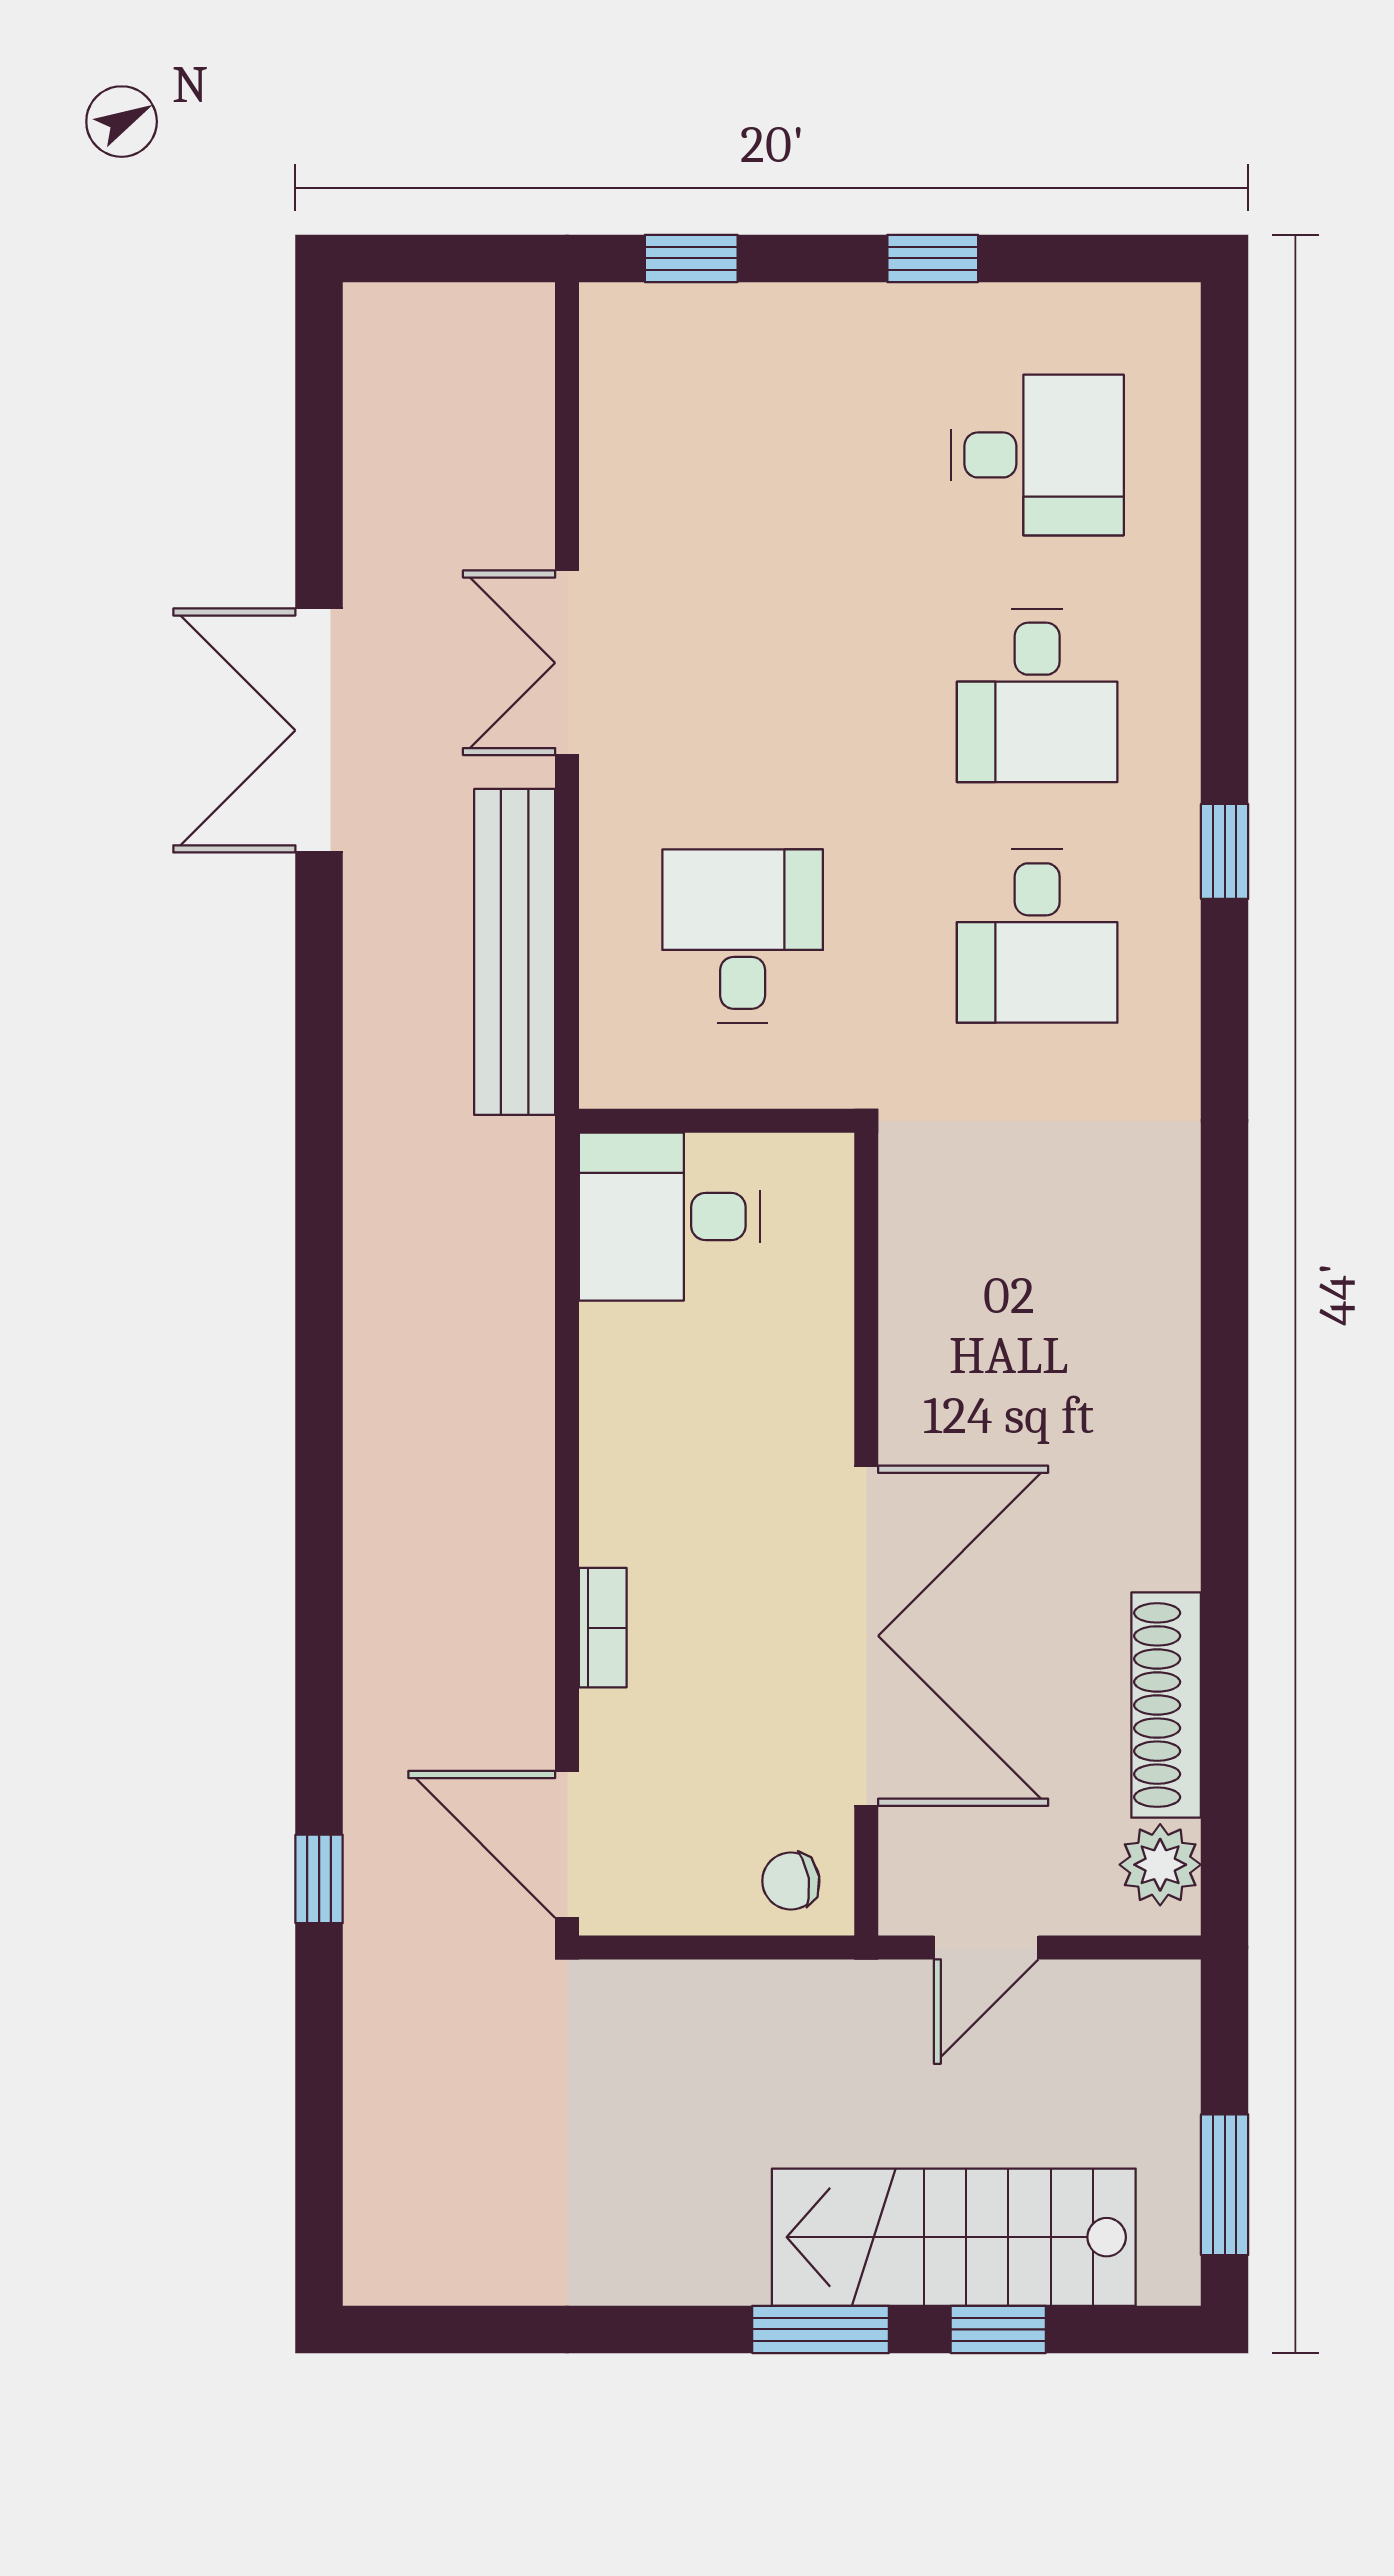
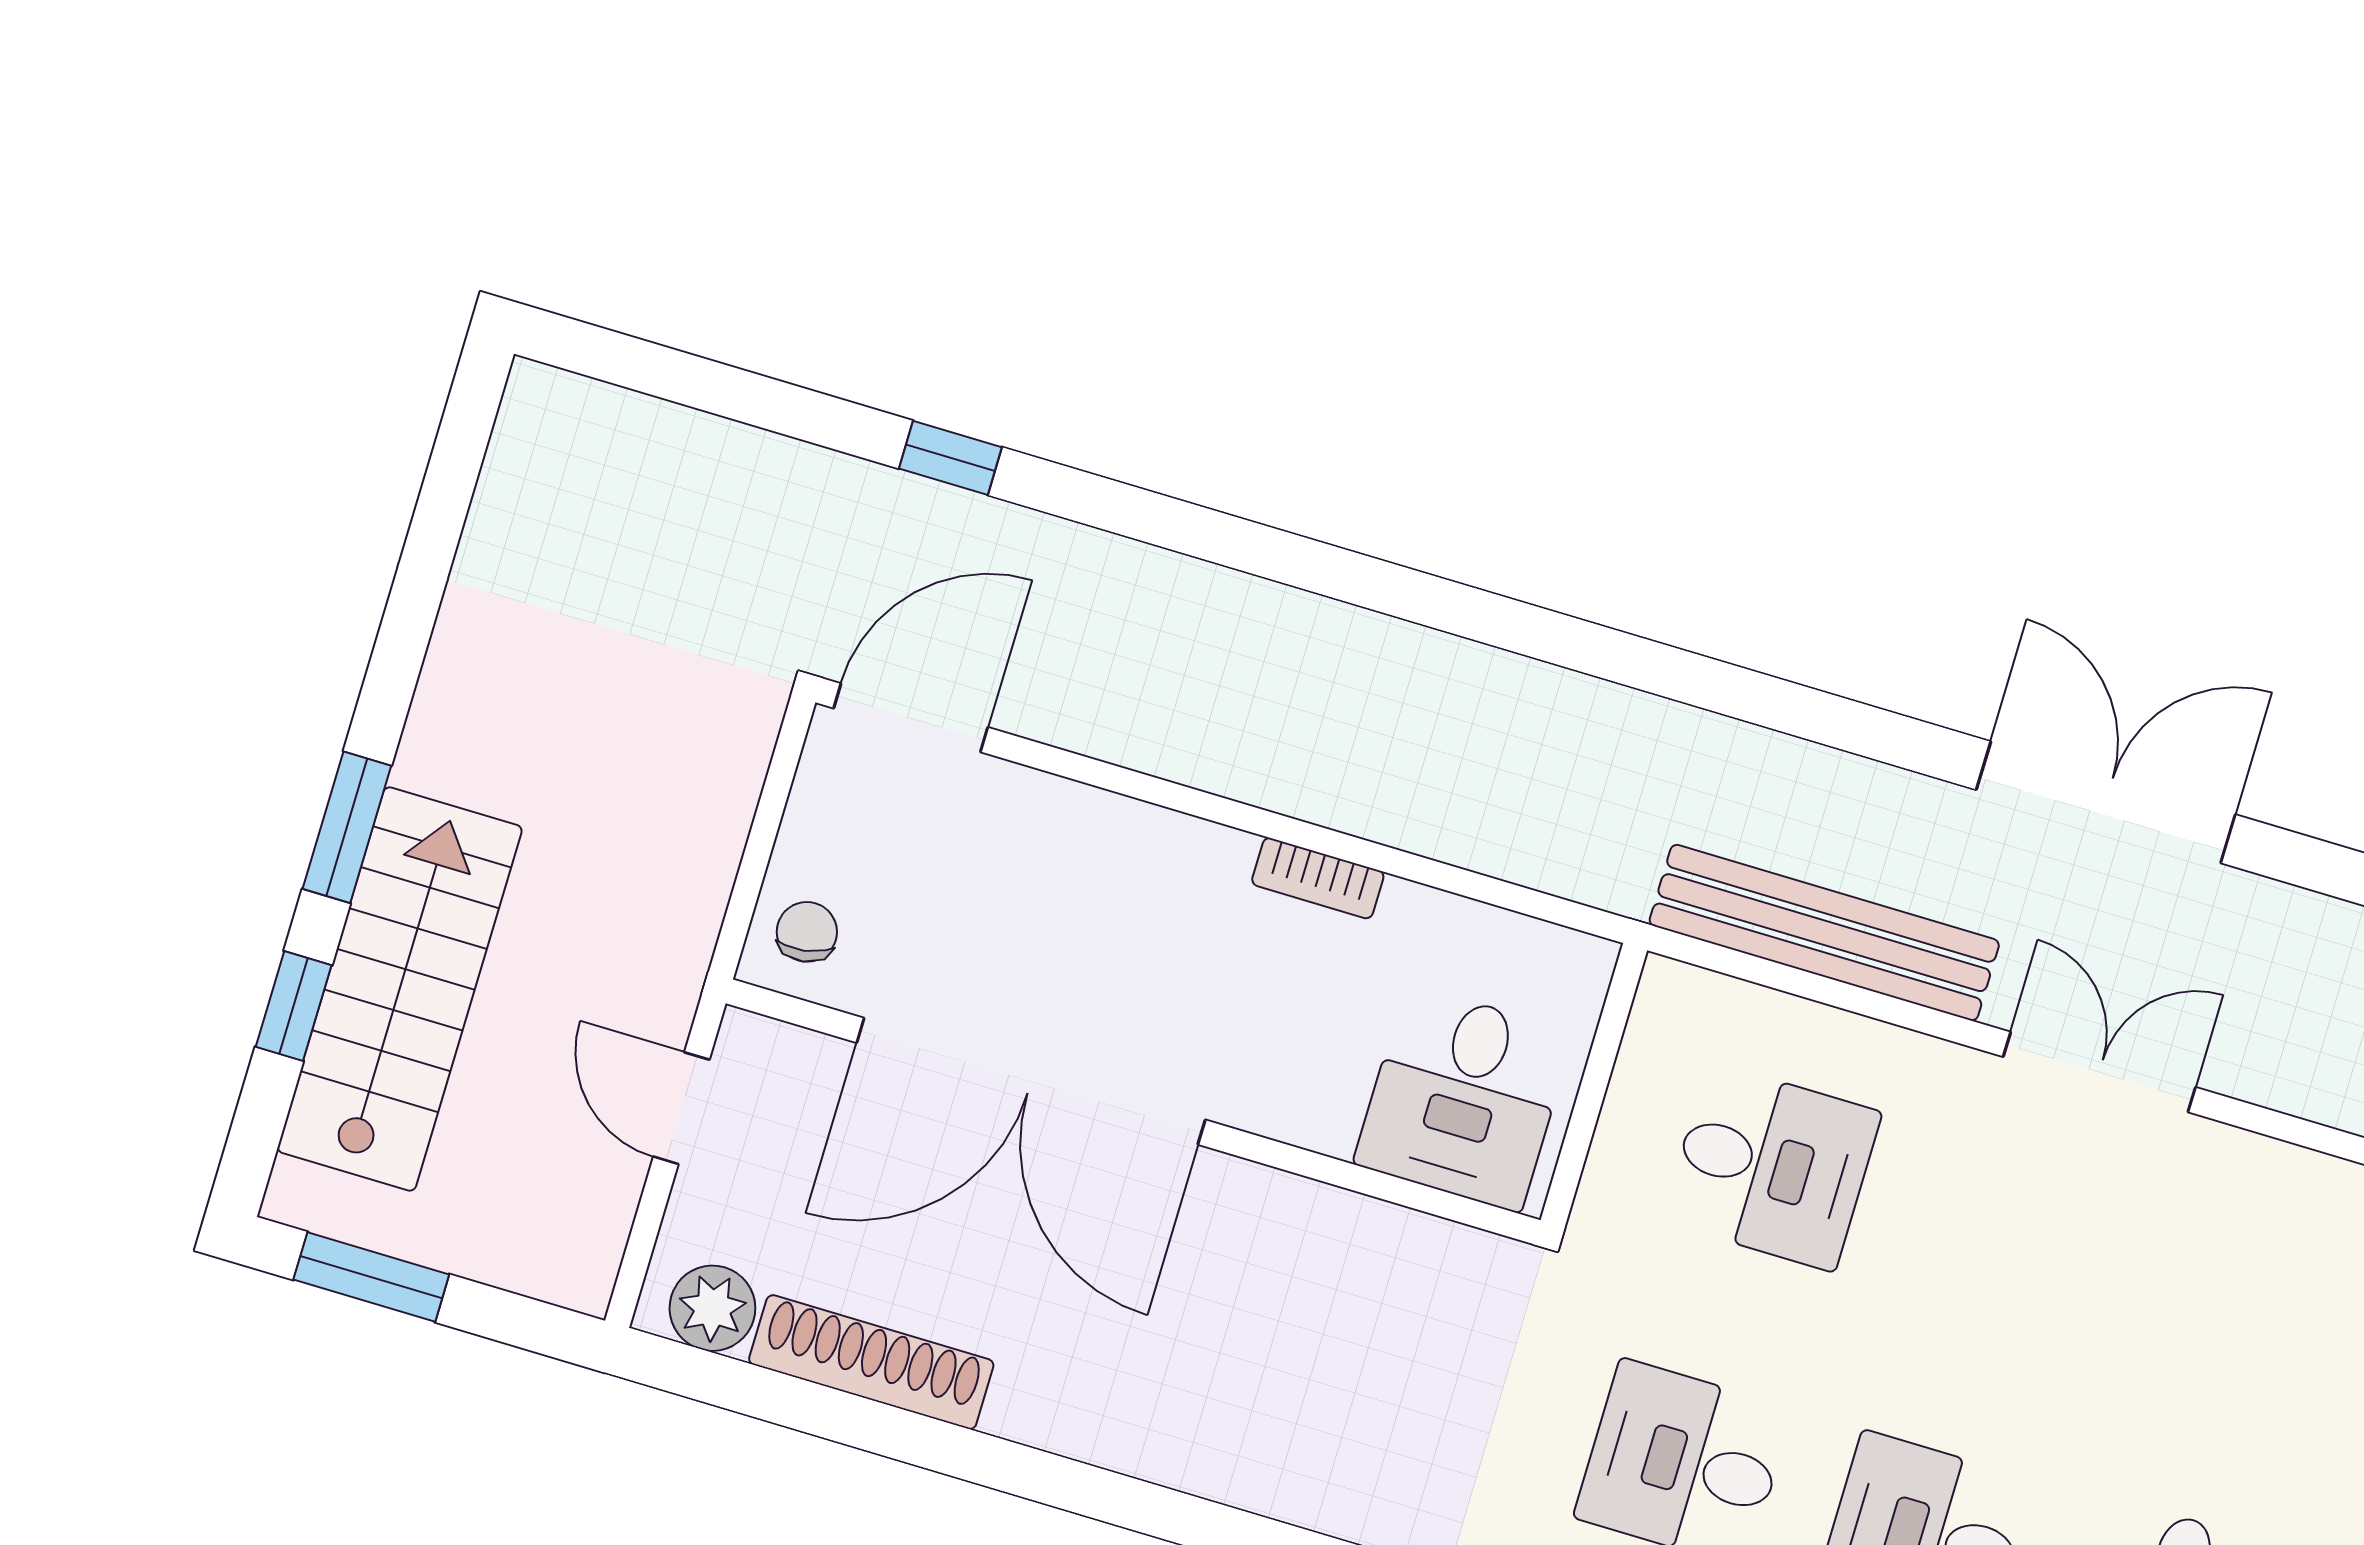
desk: (669, 1217) -> (1464, 1098), moved, turned 180
bookcase: (603, 1628) -> (1318, 878), moved

